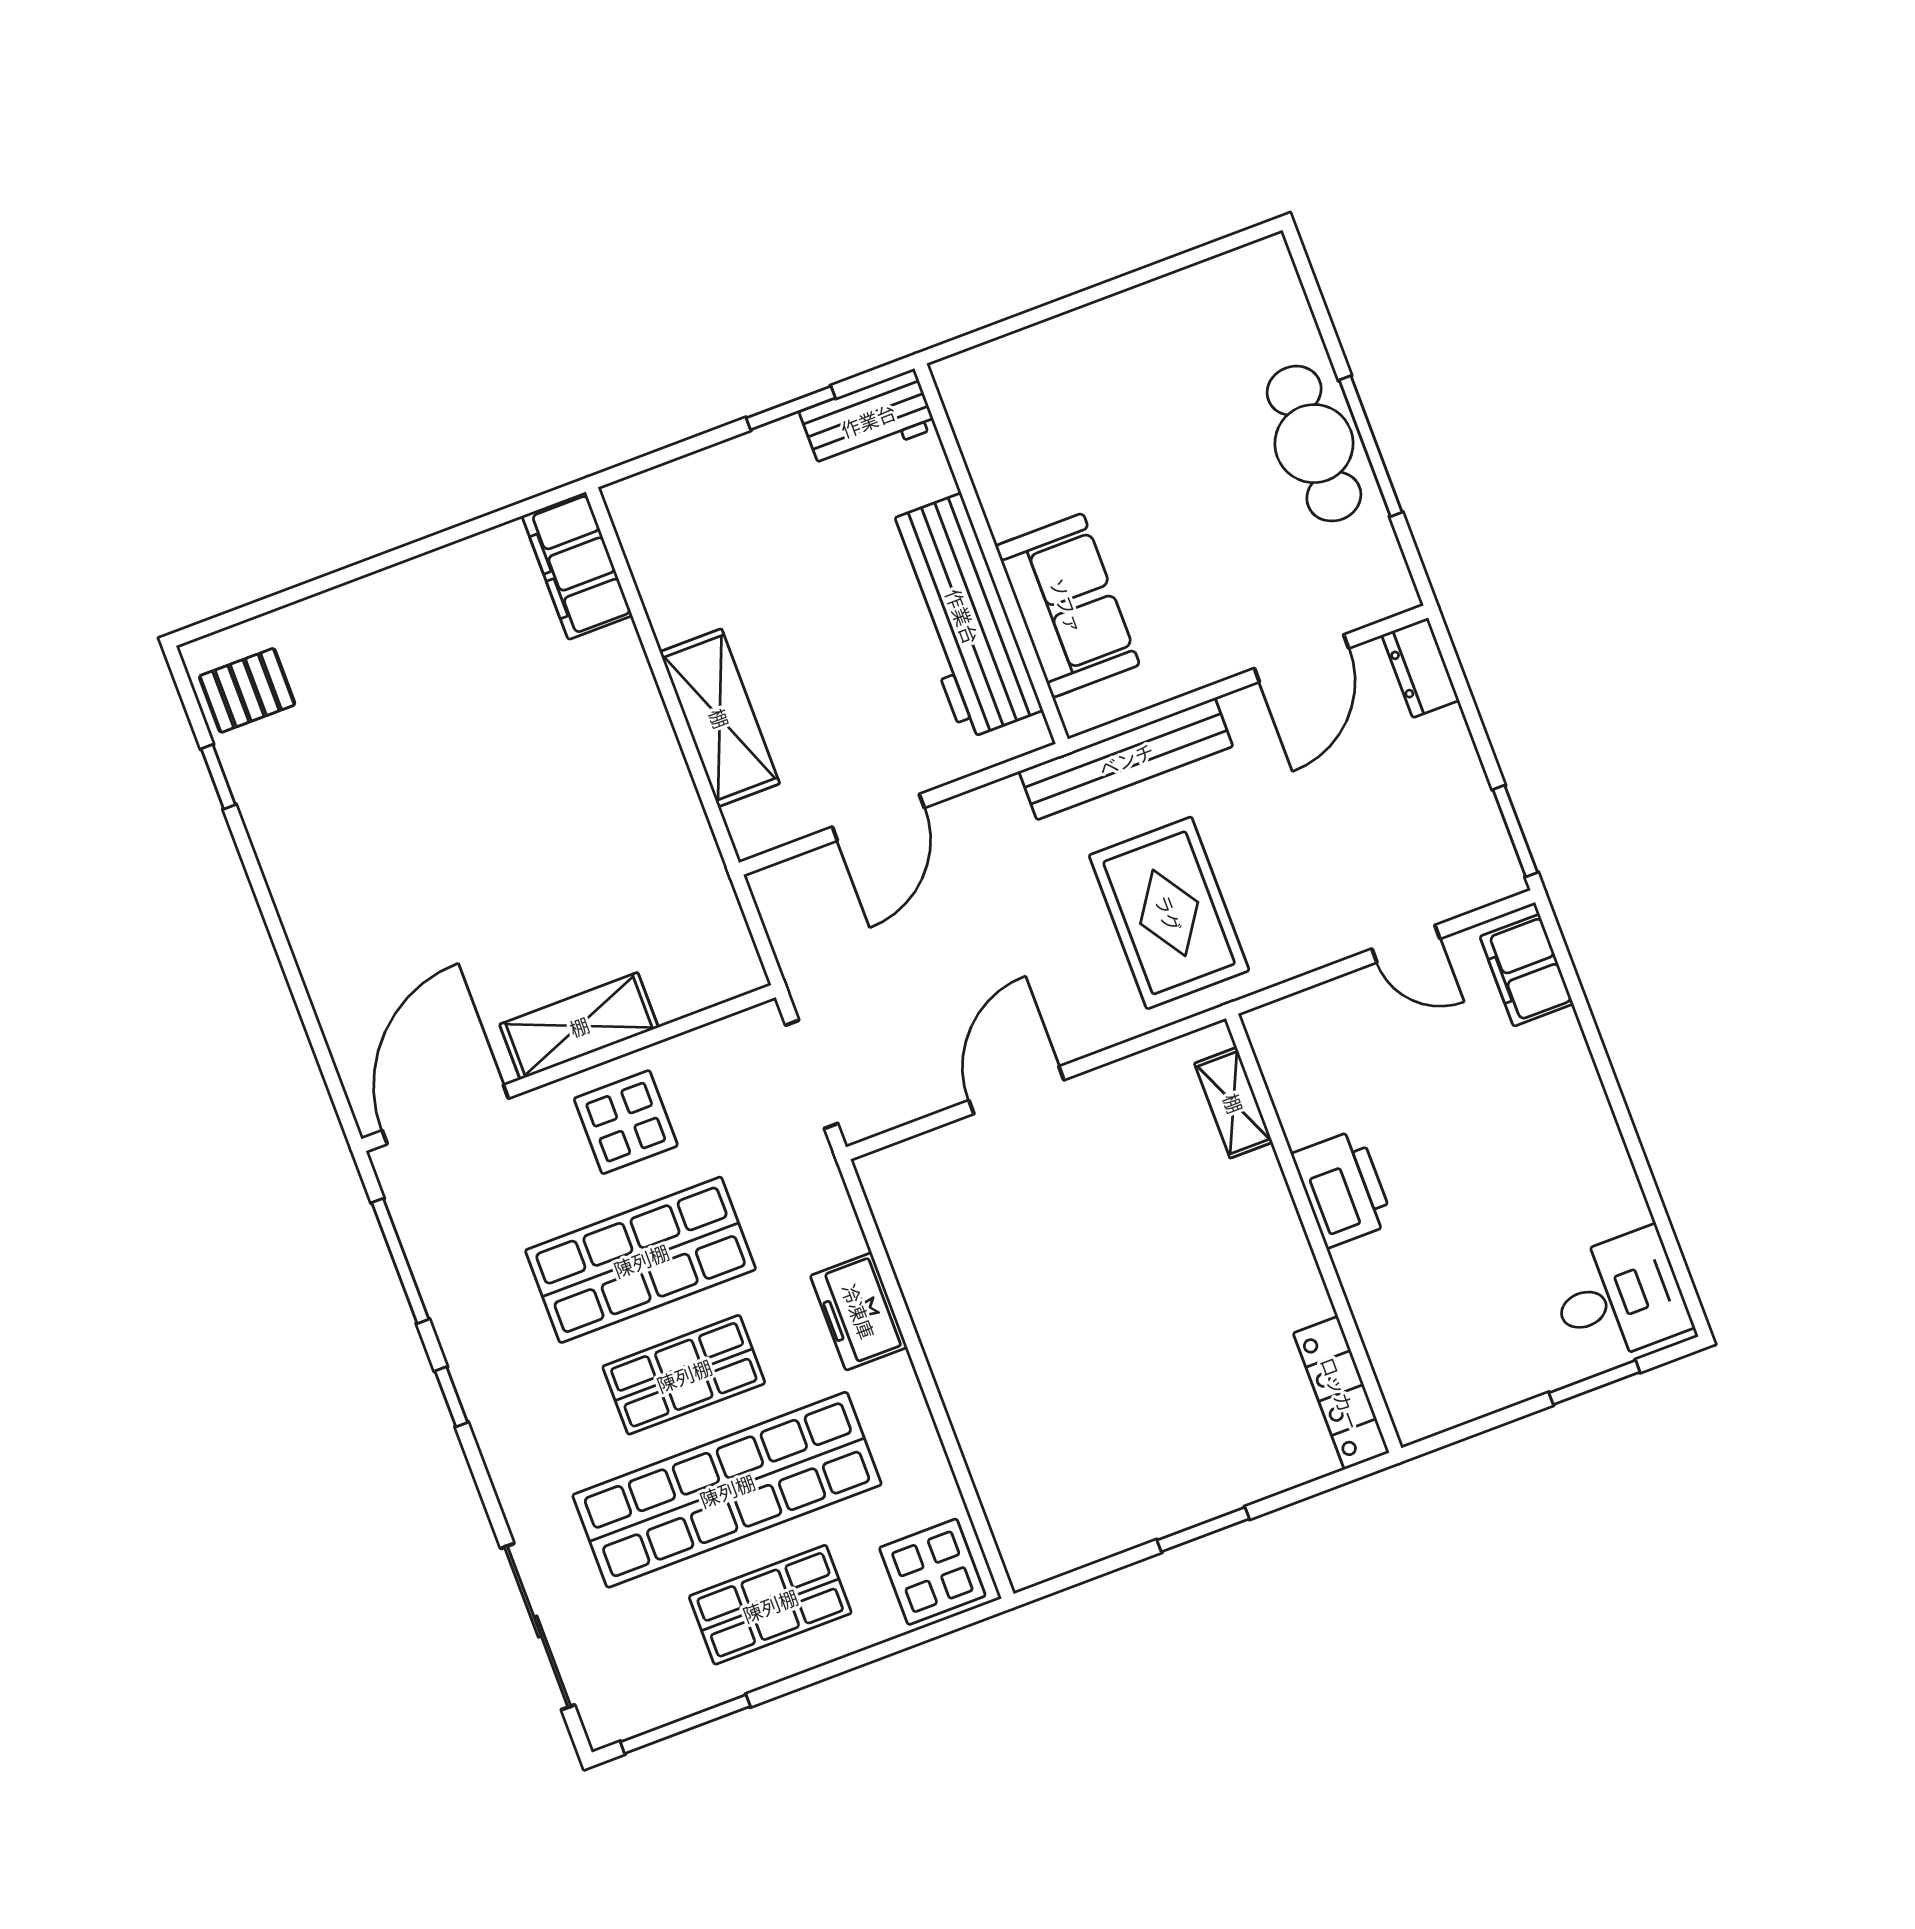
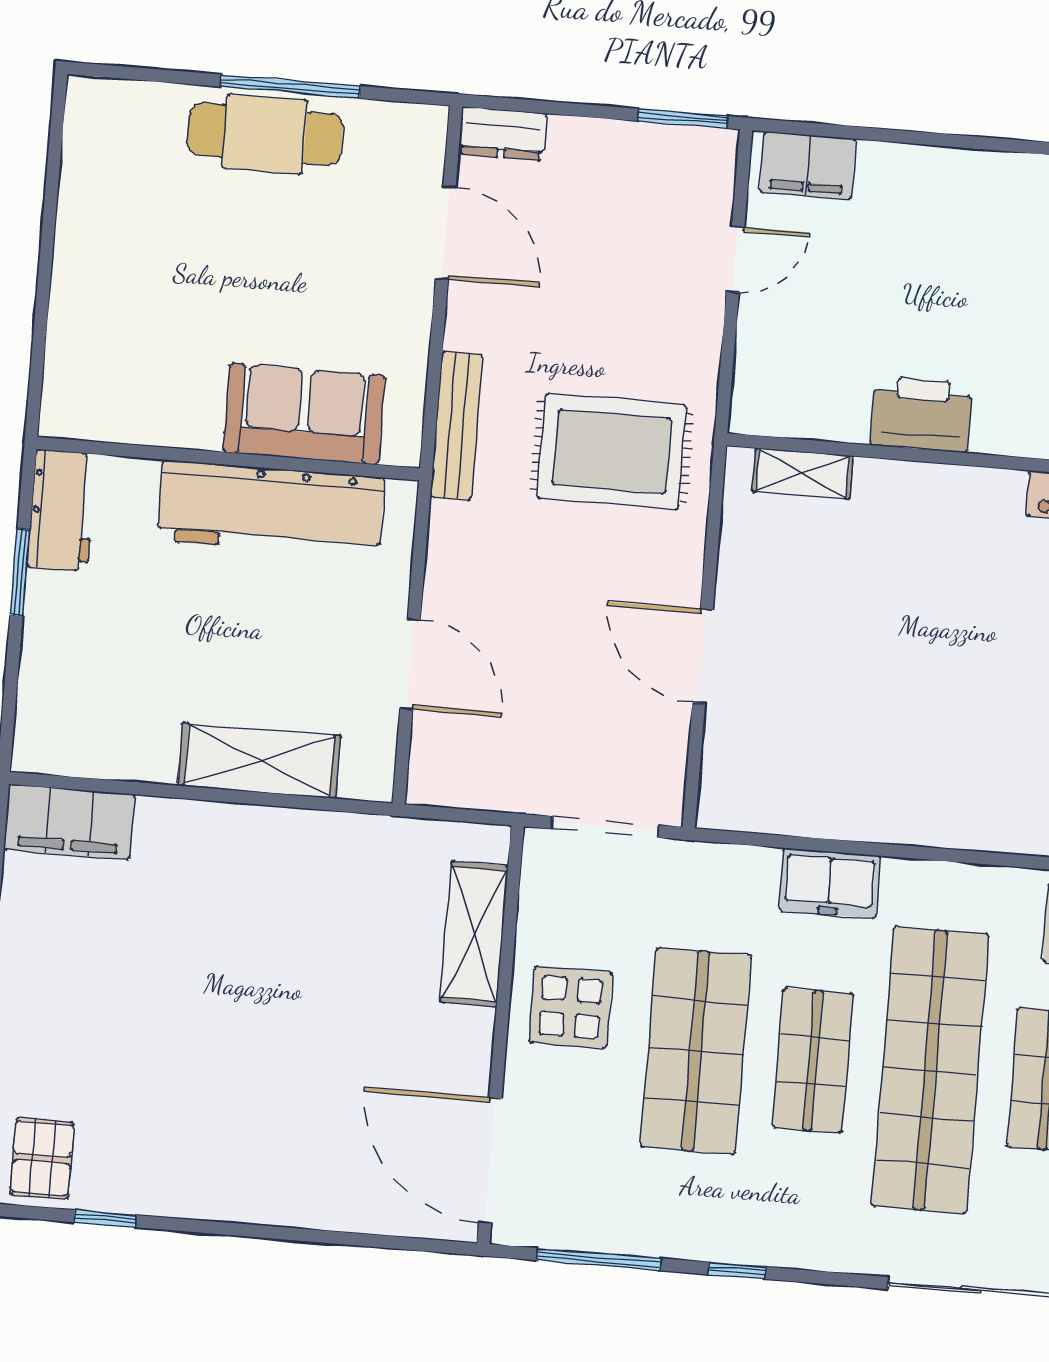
bench: (1126, 759) -> (456, 426), width x0.73, depth x0.82
shelving: (579, 1026) -> (474, 934), moved

